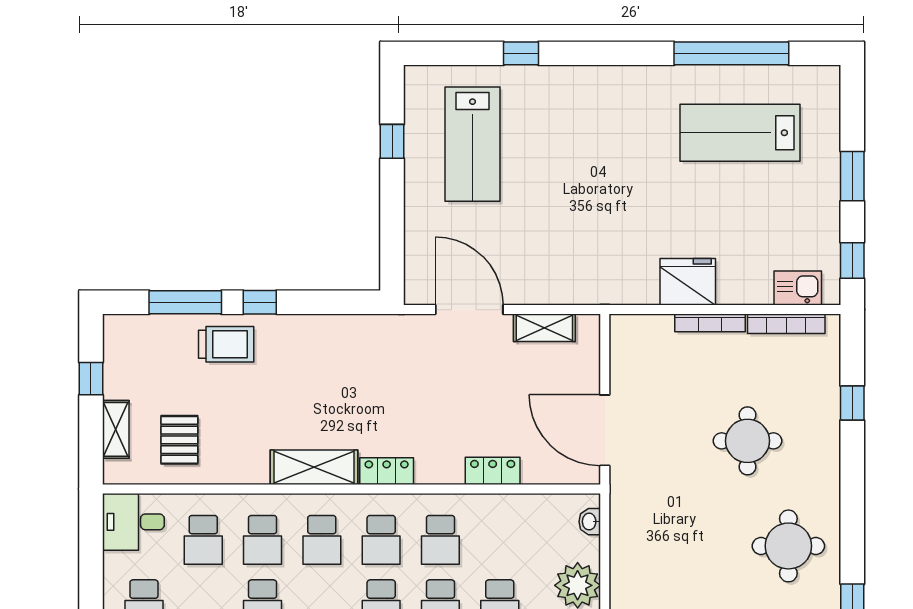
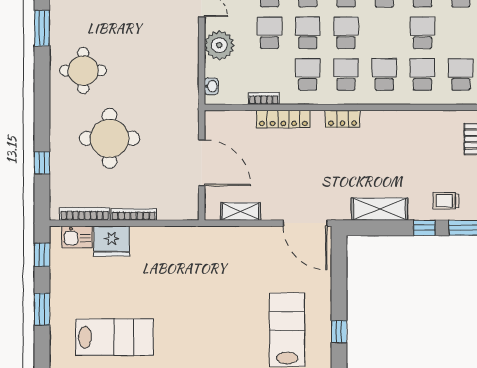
fridge: (688, 282) -> (112, 241), moved
door: (469, 310) -> (305, 223), moved
trolley: (226, 344) -> (446, 201), width x0.73, depth x0.72
door: (605, 430) -> (202, 163), moved
round table: (747, 441) -> (110, 138), width x1.36, depth x1.36
shelving: (314, 467) -> (380, 209), moved
locker: (493, 471) -> (283, 119), width x1.53
bookcase: (509, 503) -> (264, 98), added

